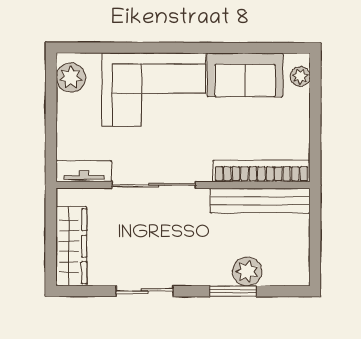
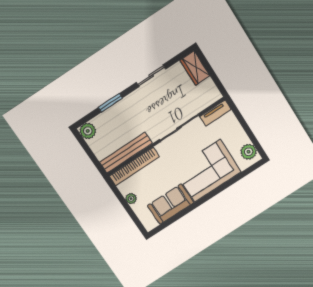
plant: (300, 77) -> (131, 199), moved
wardrobe: (71, 246) -> (195, 68), width x0.67
plant: (247, 272) -> (88, 131), moved

